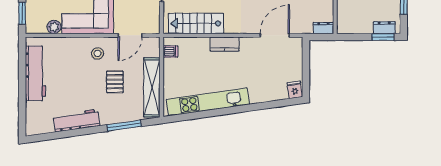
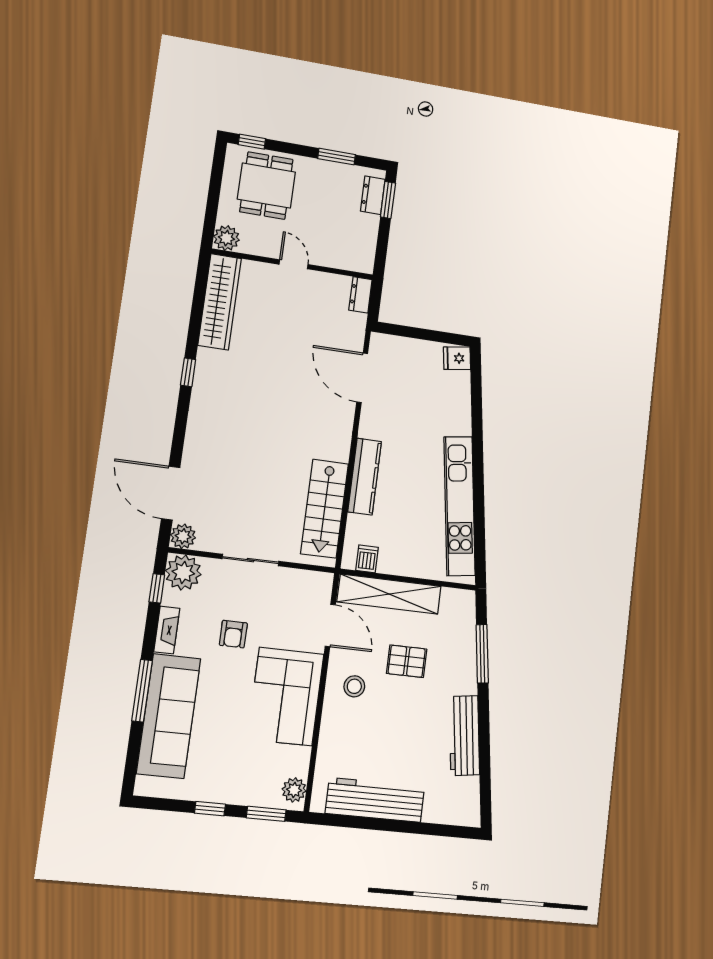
plant: (54, 27) -> (294, 790), moved
kitchen counter: (225, 44) -> (365, 477), width x1.50
shelving: (152, 87) -> (389, 594), moved

